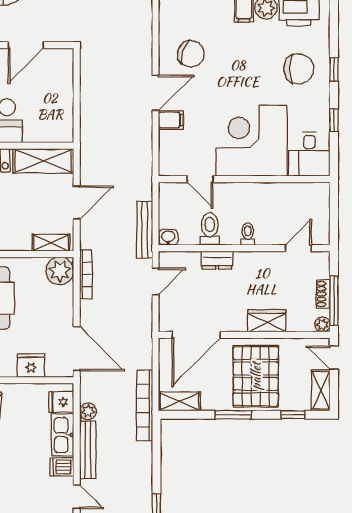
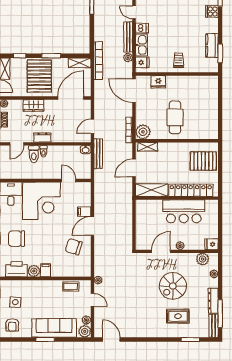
toilet: (210, 229) -> (34, 154), moved
dresser: (217, 260) -> (42, 138), moved

